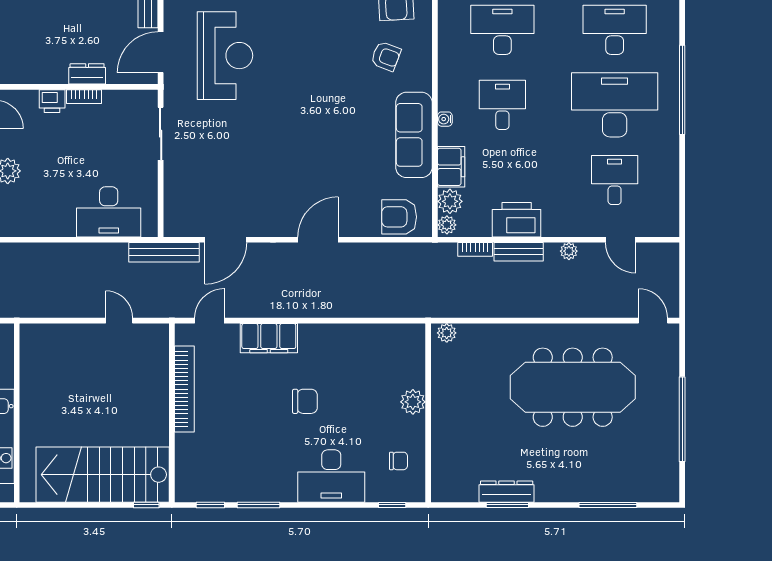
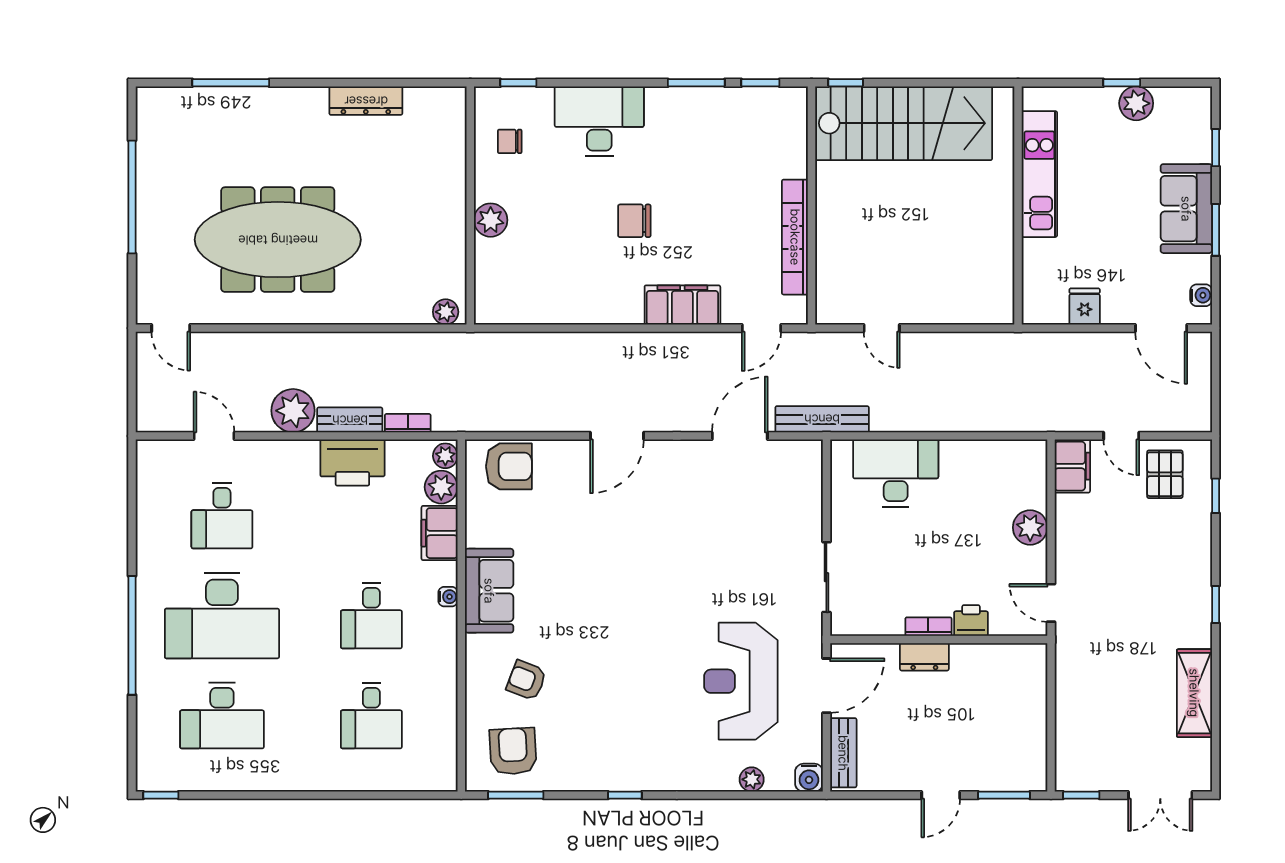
desk: (502, 30) -> (371, 716), width x0.73
sofa: (414, 135) -> (489, 591), width x0.73
plant: (569, 251) -> (293, 411), width x1.88, depth x1.88
window: (507, 505) -> (365, 83), removed

